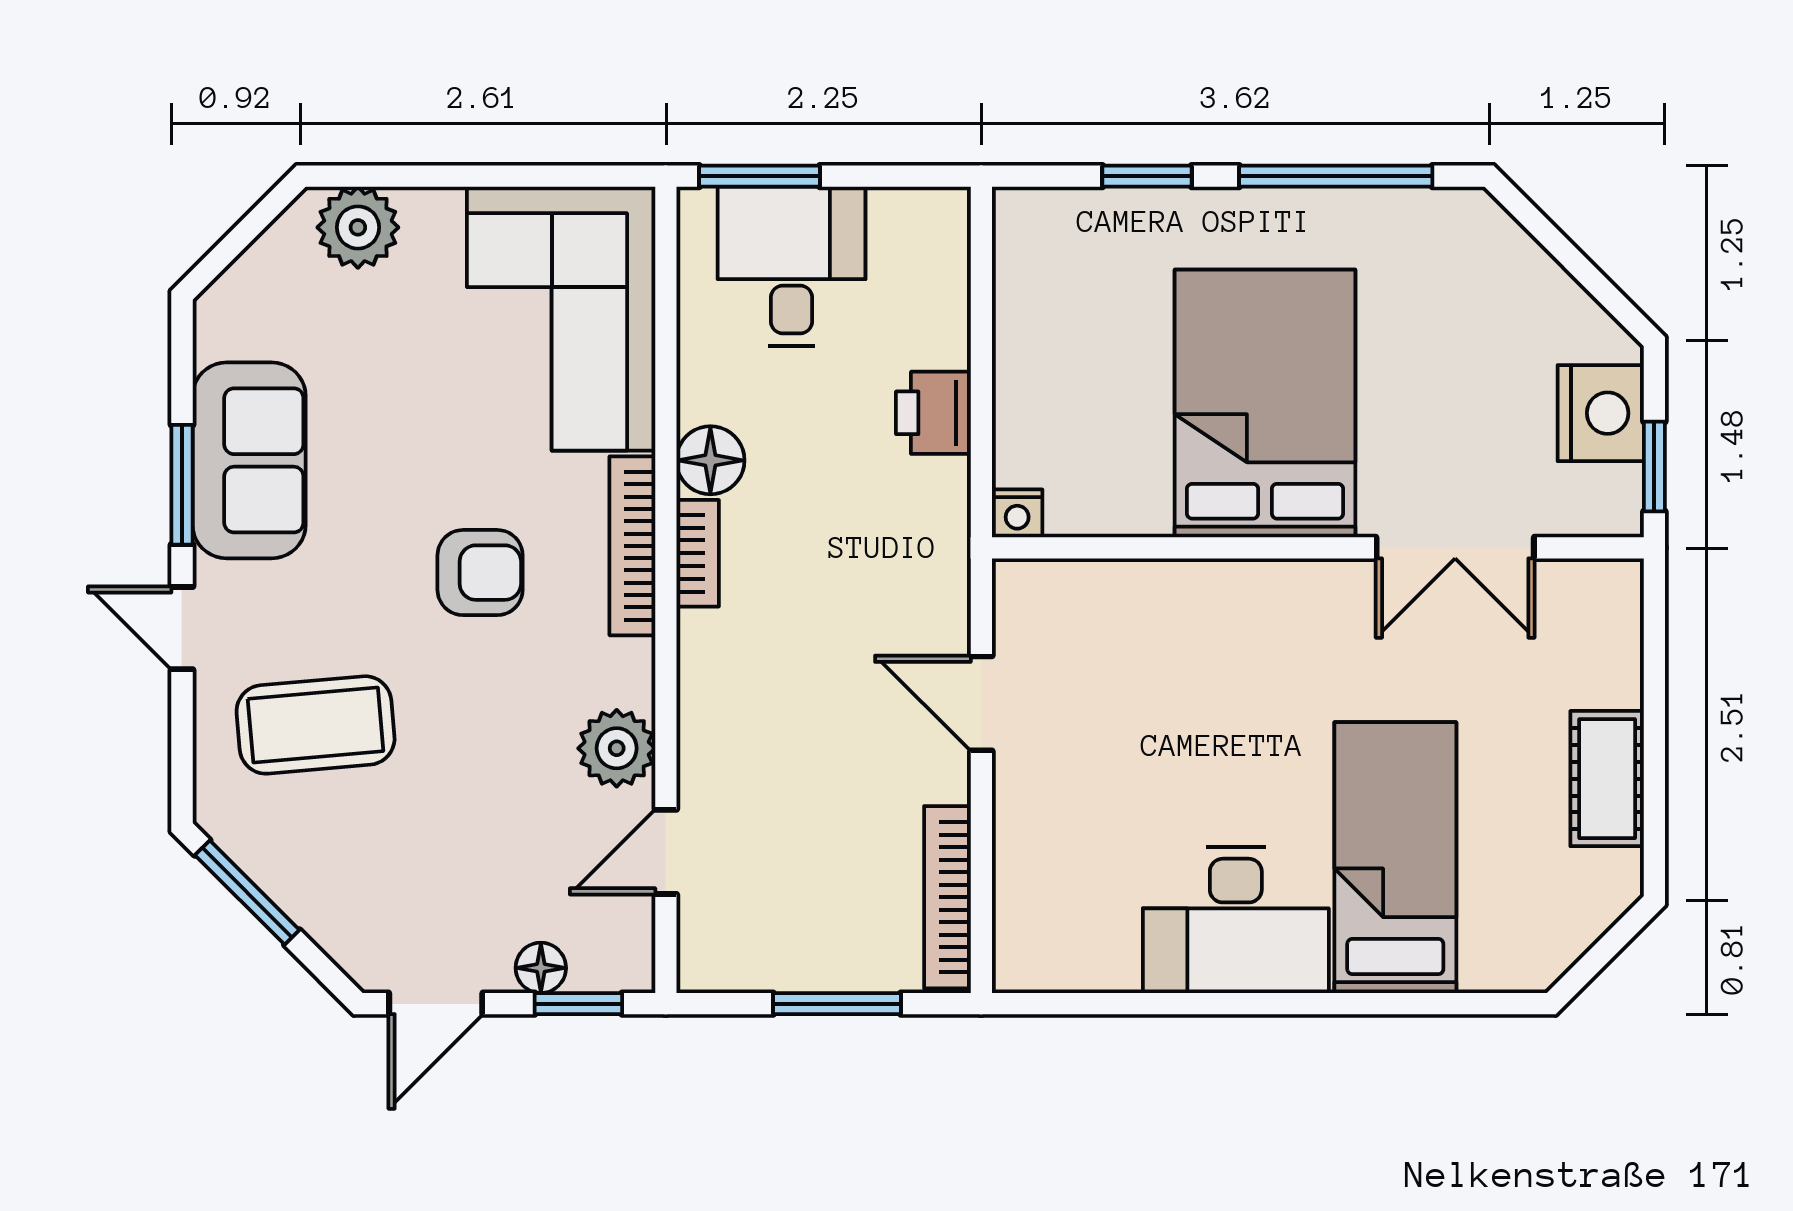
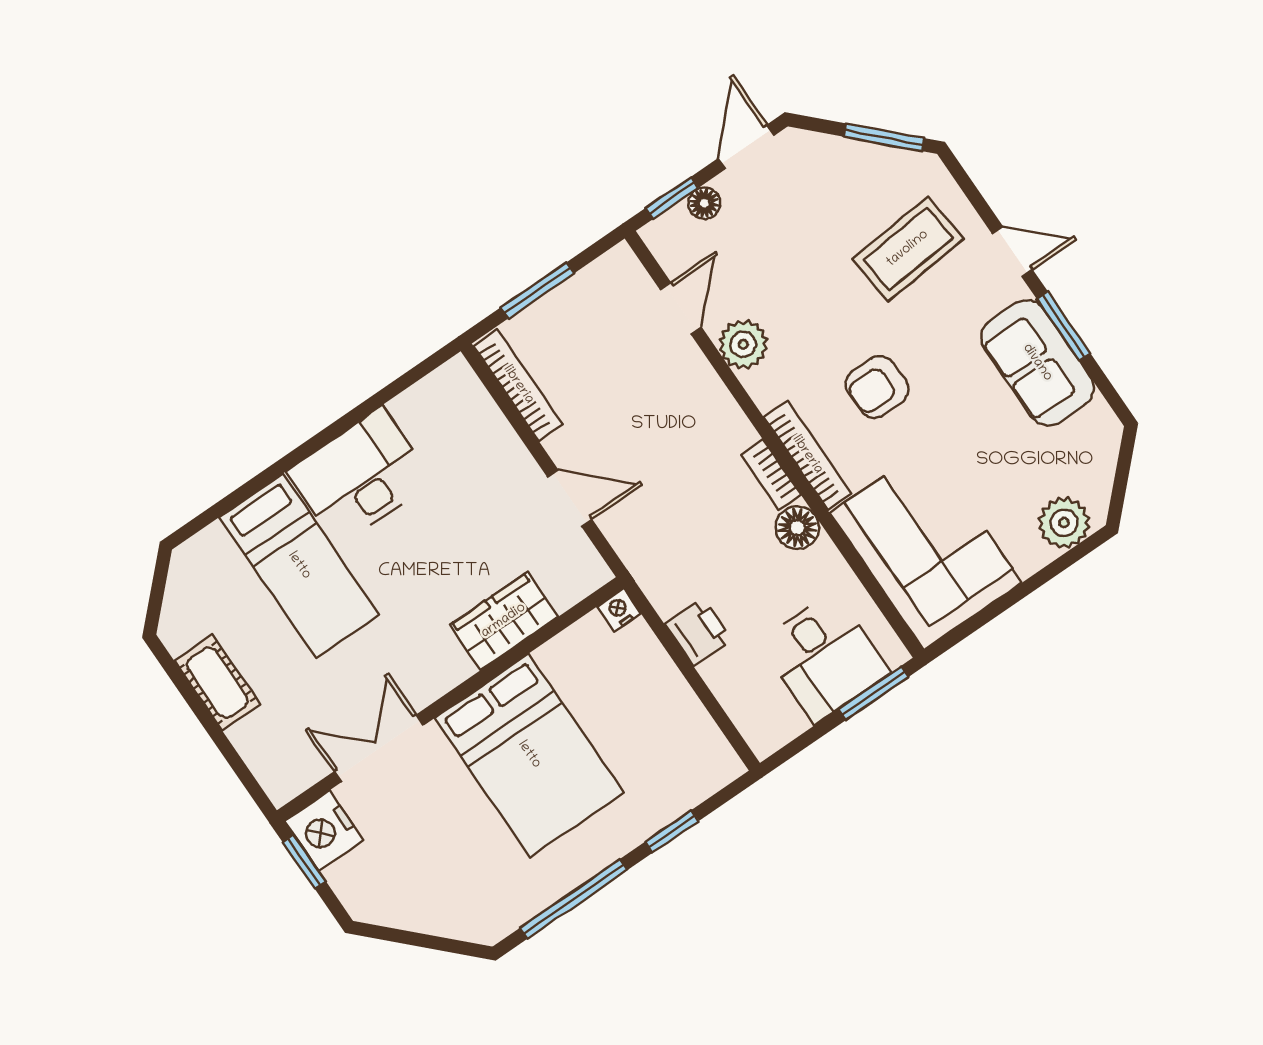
nightstand: (1601, 413) -> (324, 831), moved
wardrobe: (1177, 602) -> (504, 621), added

